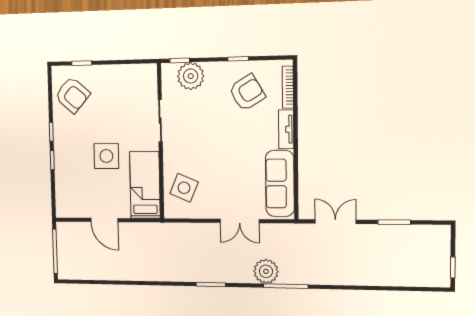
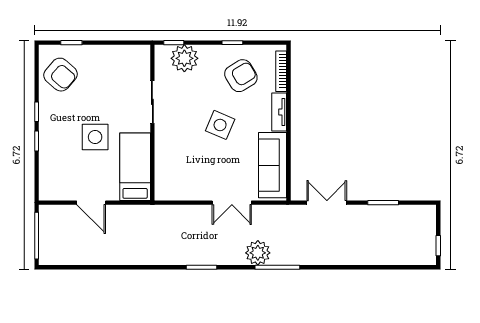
side table: (184, 188) -> (220, 125), moved

